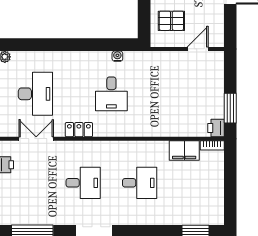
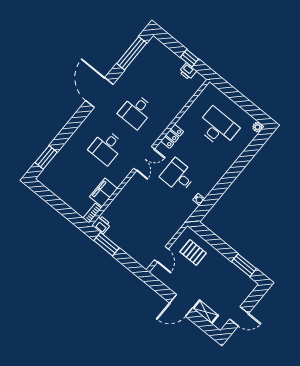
pallet: (171, 21) -> (193, 252), turned 90
desk: (35, 94) -> (218, 127), turned 180
double door: (36, 139) -> (144, 159), moved

